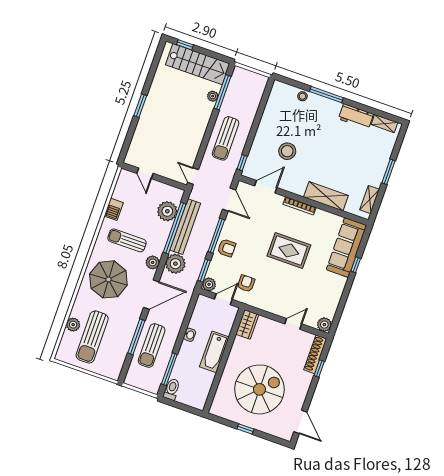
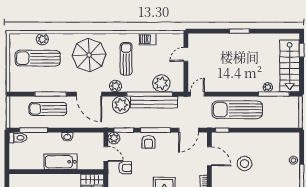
sun lounger: (226, 138) -> (237, 110), width x1.36, depth x1.34

